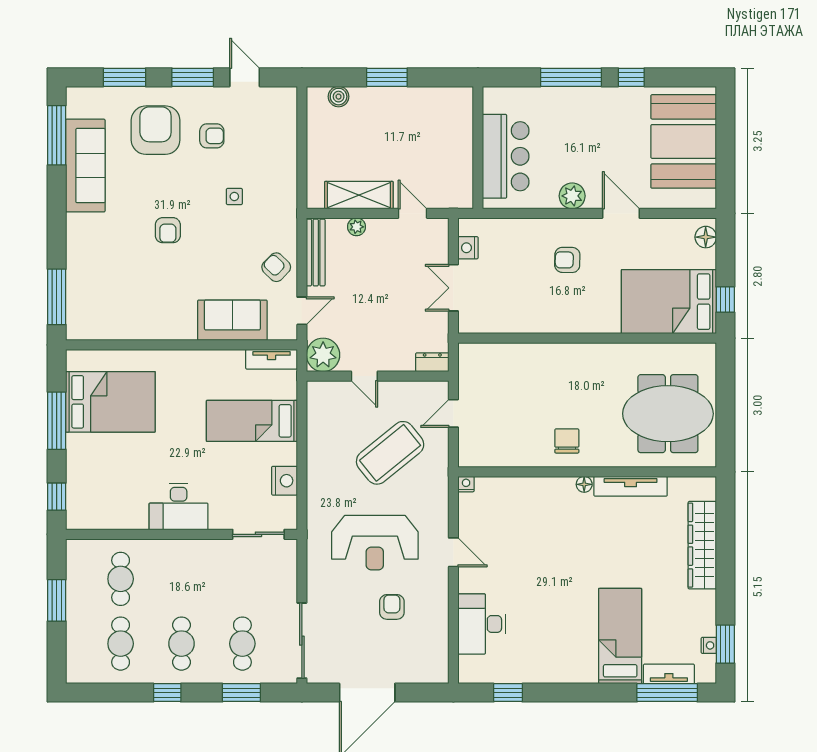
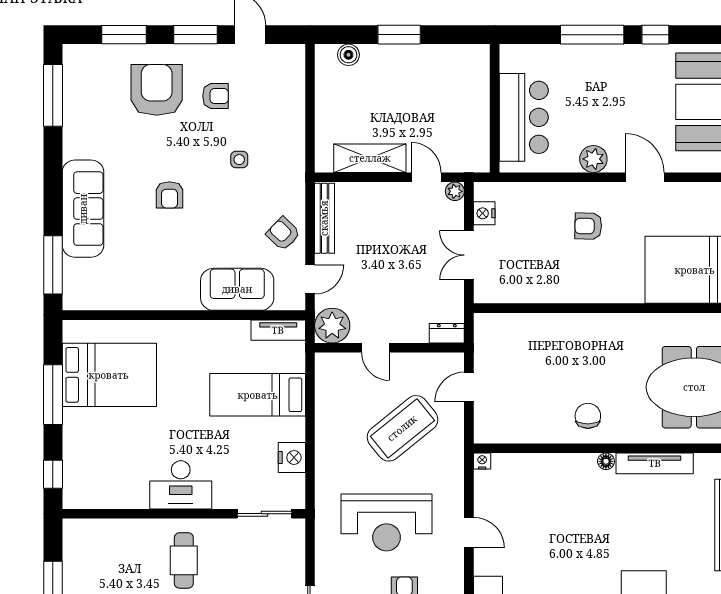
sofa: (85, 166) -> (83, 209), moved
plant: (357, 227) -> (455, 191), moved
cafe table: (121, 579) -> (184, 560), moved

